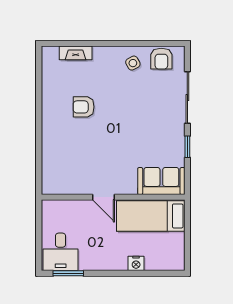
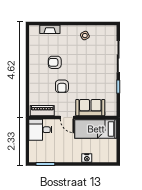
armchair: (161, 59) -> (62, 86), moved
sofa: (161, 181) -> (90, 108), moved
piano: (63, 186) -> (42, 111), added
desk: (61, 252) -> (40, 130), moved, turned 90

